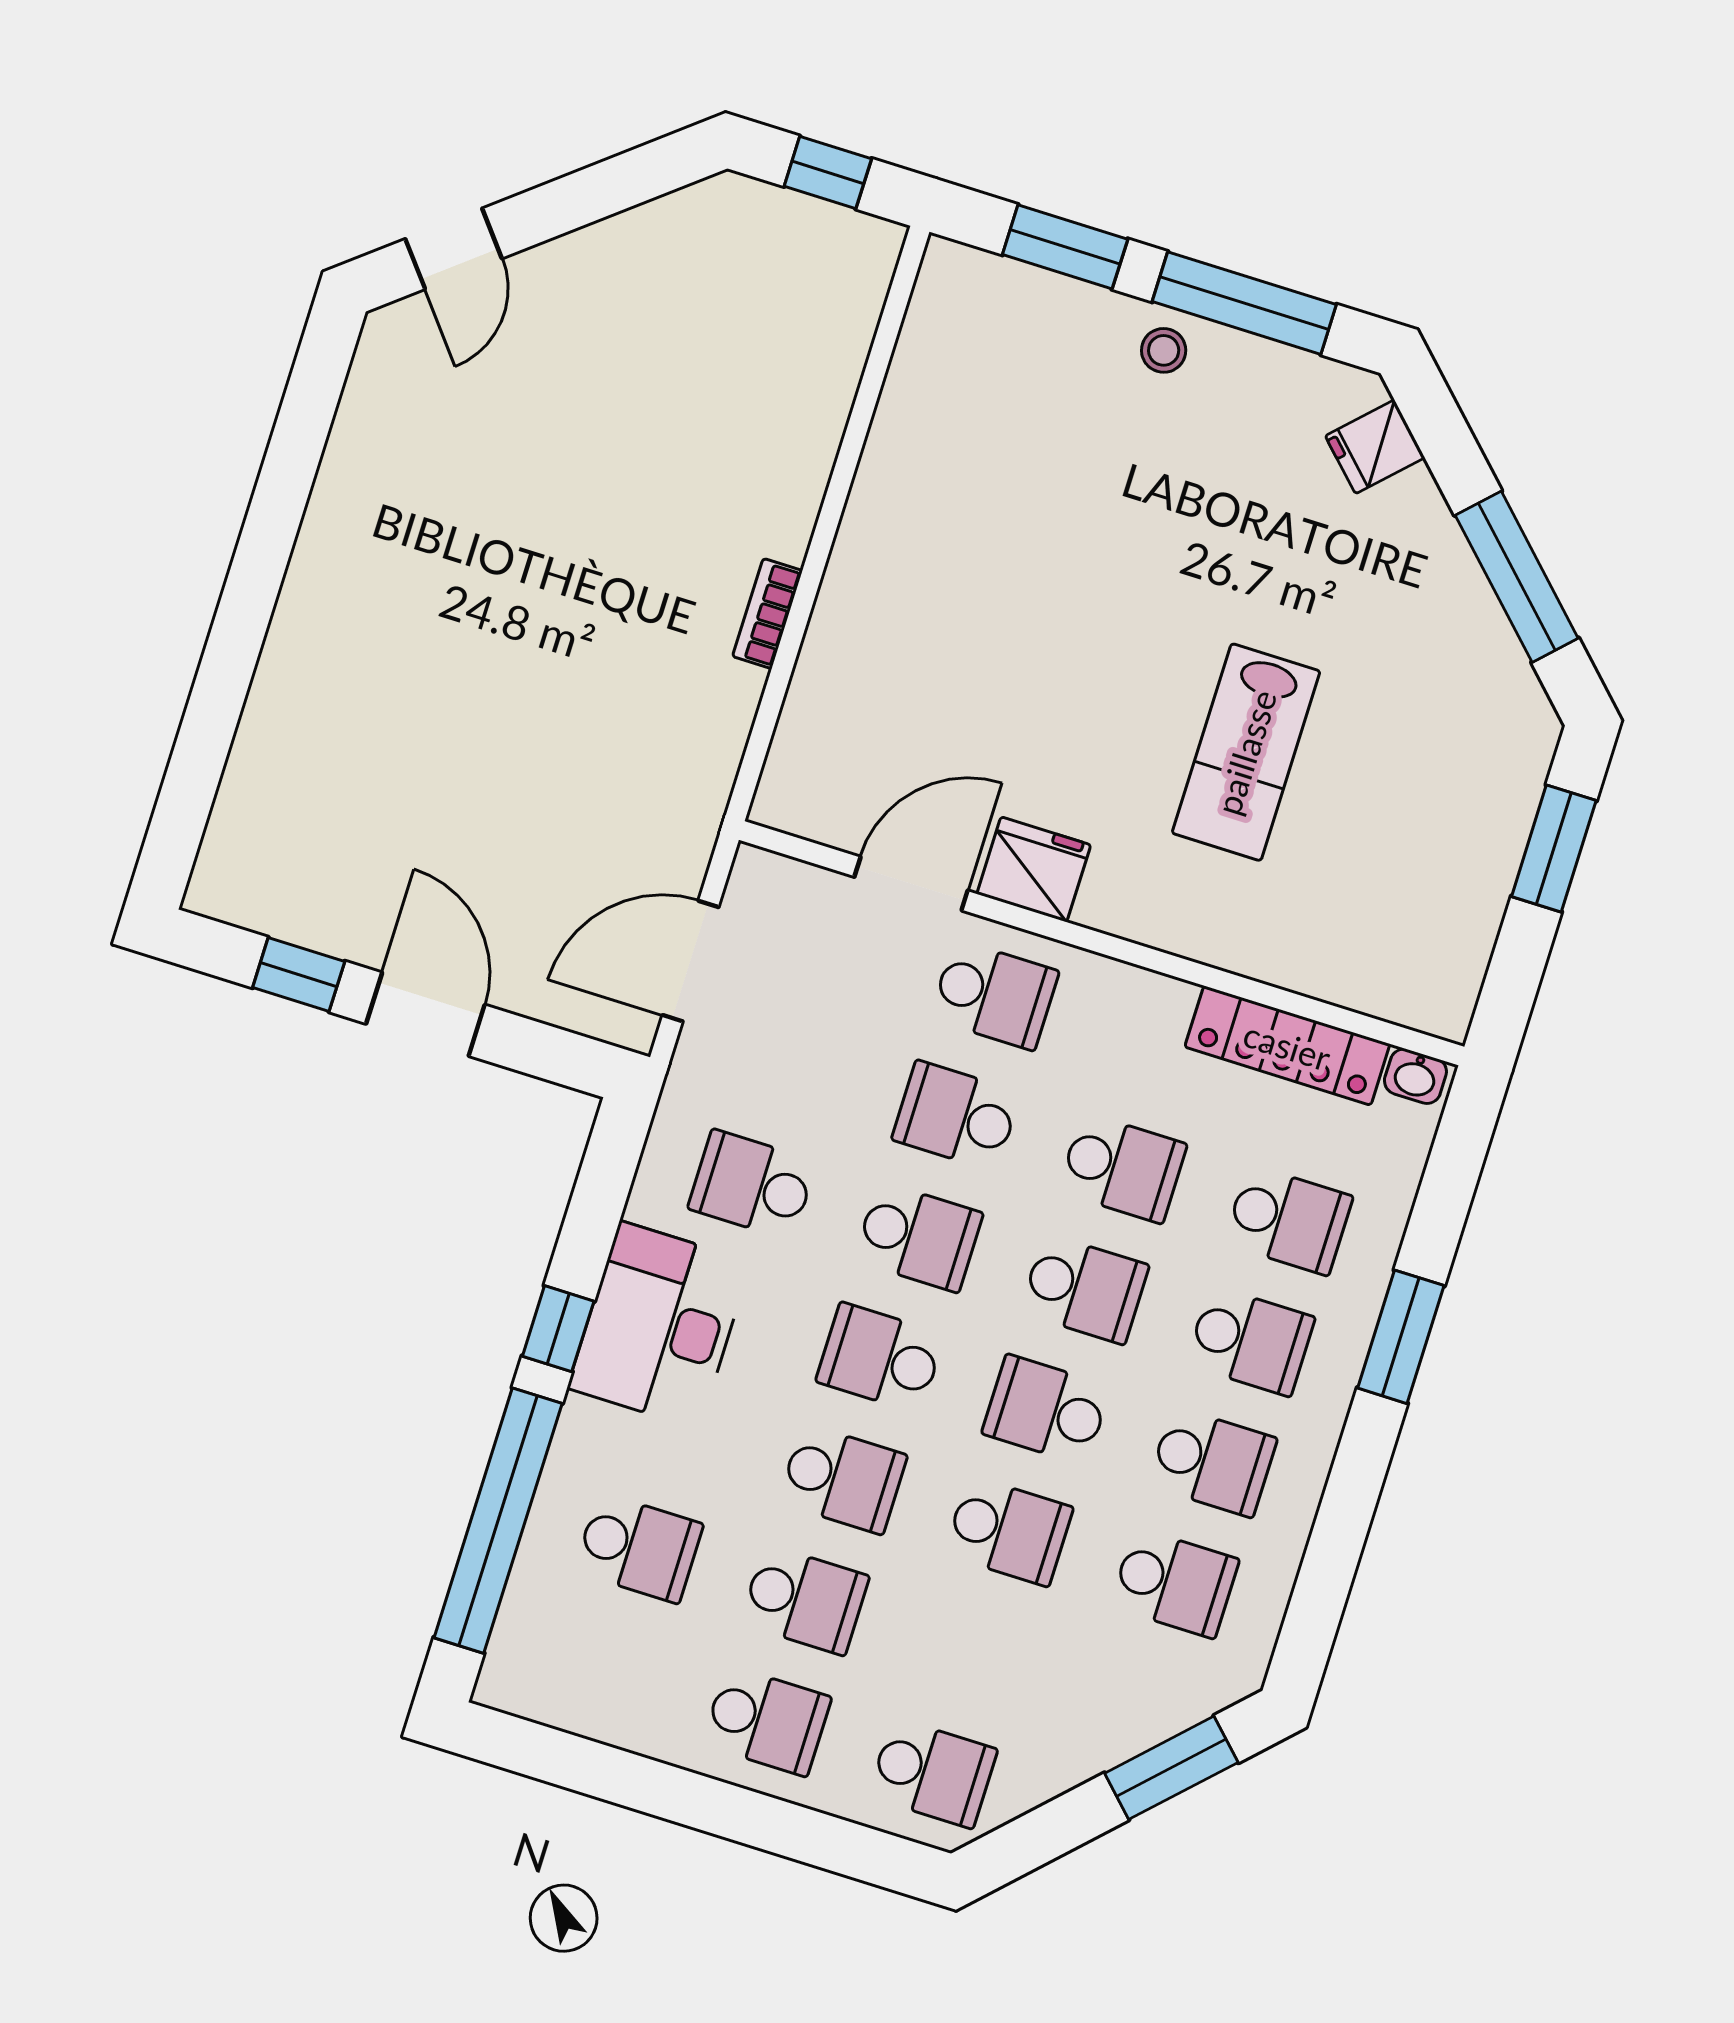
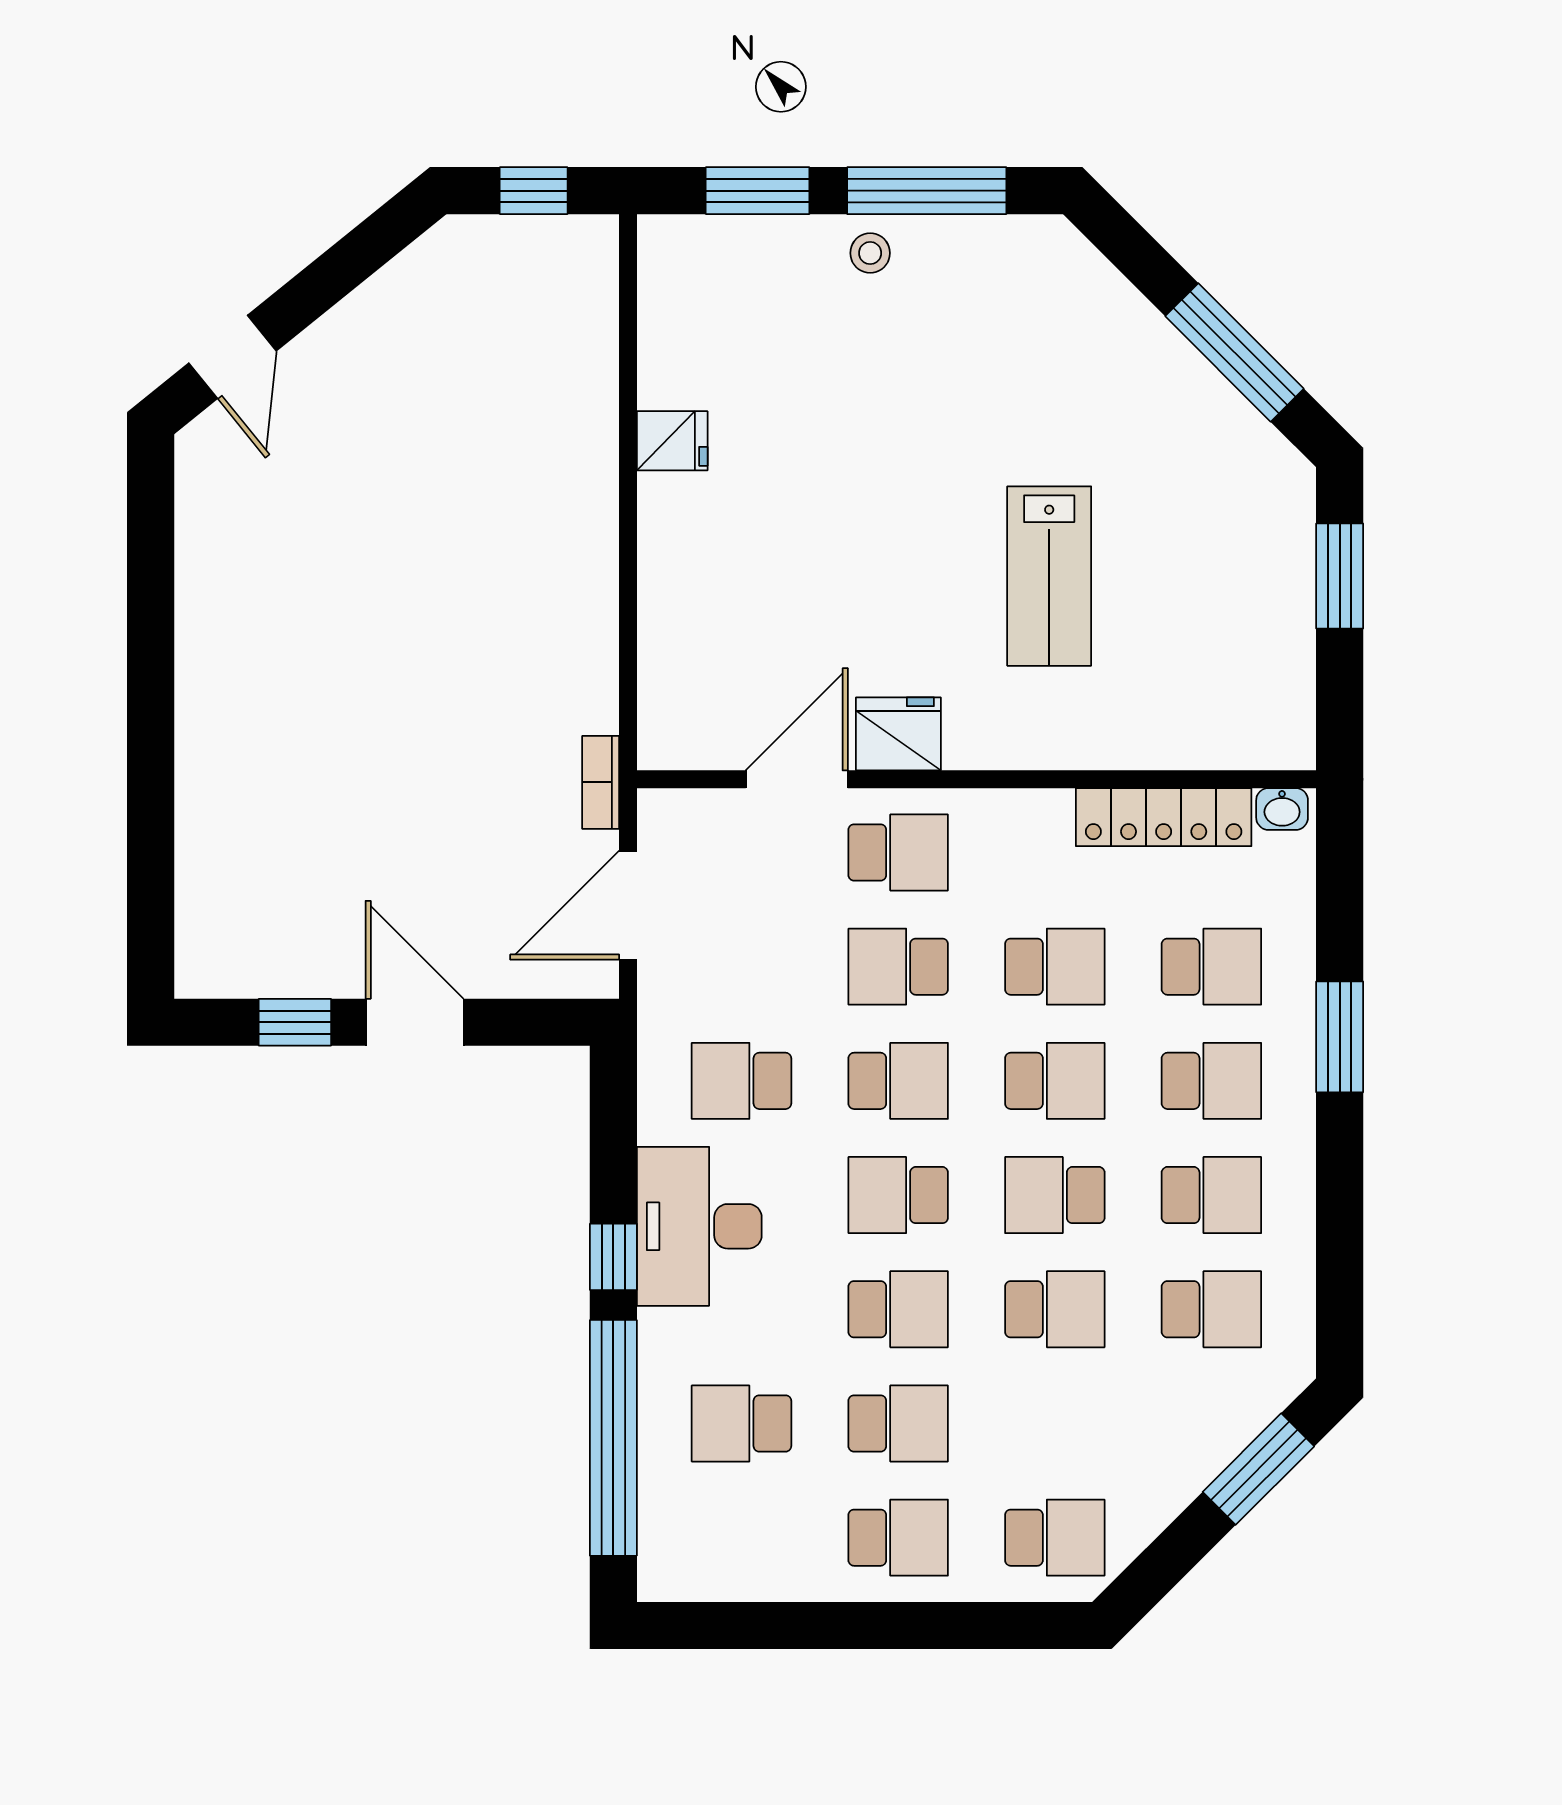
fridge: (1375, 447) -> (672, 441), moved, turned -135
bookcase: (768, 614) -> (601, 782), moved
school desk: (639, 1548) -> (742, 1423), turned 180

